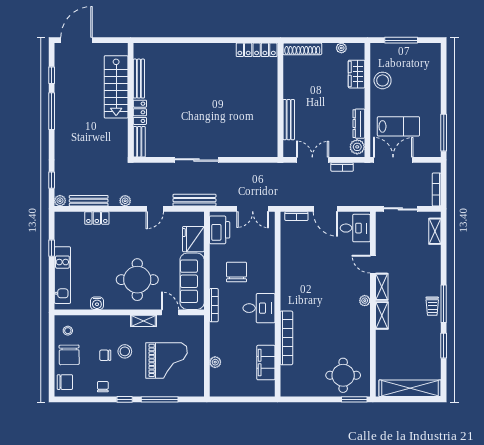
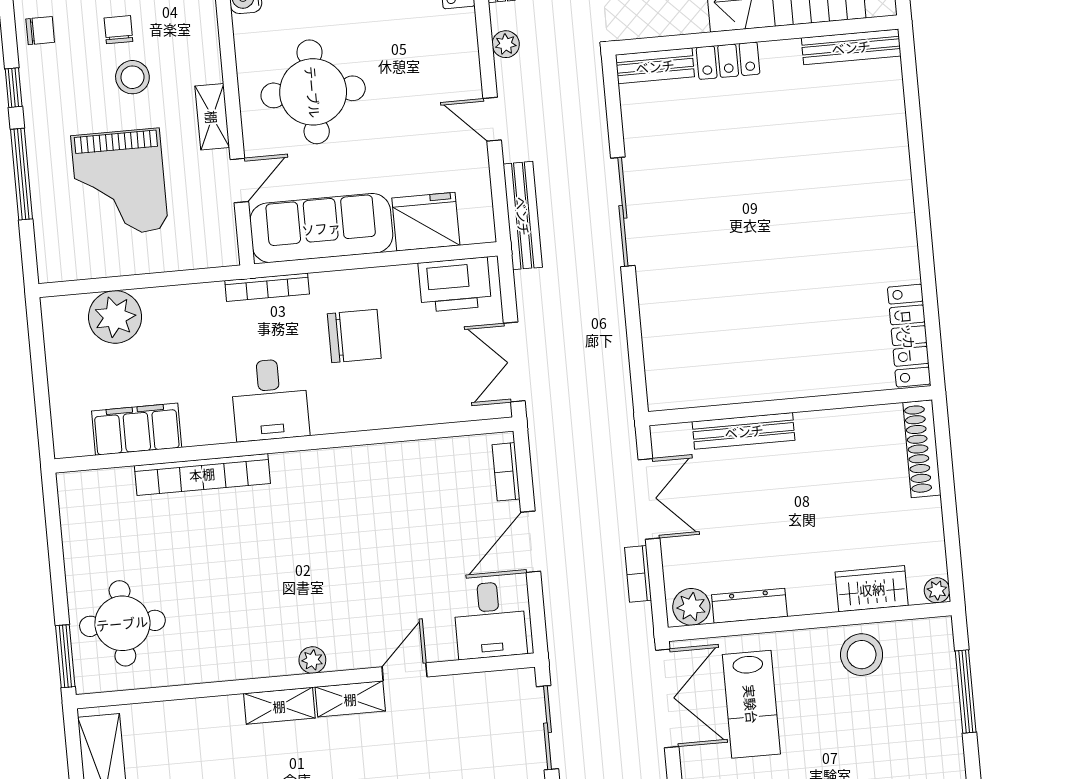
plant: (341, 48) -> (937, 590), moved
bench: (139, 79) -> (851, 47), moved
plant: (215, 362) -> (115, 317), width x1.87, depth x1.87

